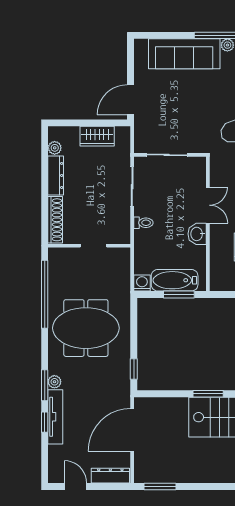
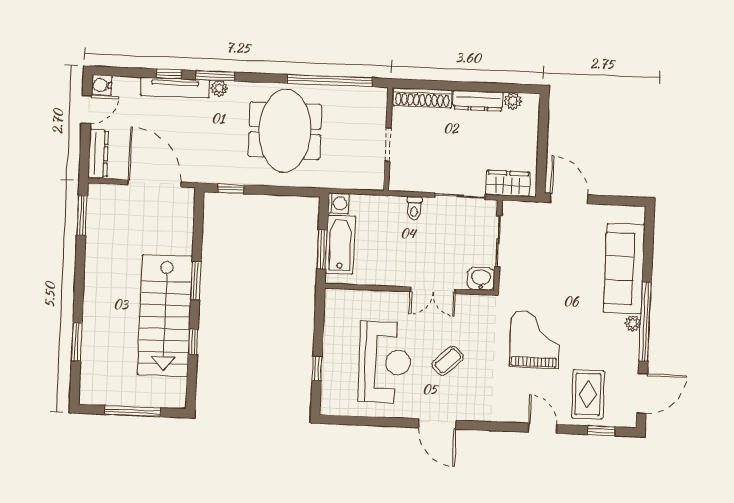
wardrobe: (97, 136) -> (508, 184), moved, turned 90
washbasin: (197, 234) -> (481, 279), moved
water cooler: (56, 475) -> (102, 85), added

